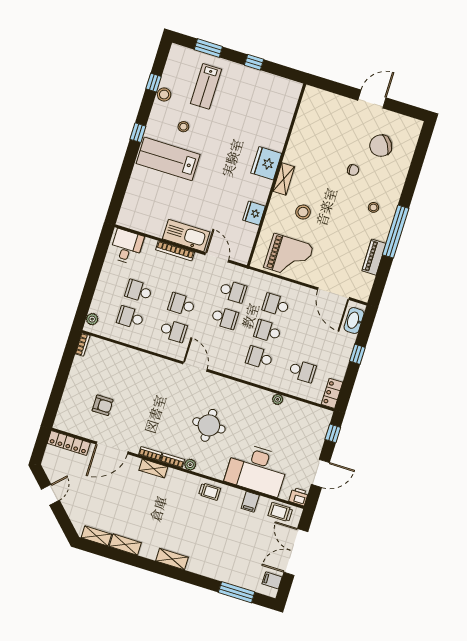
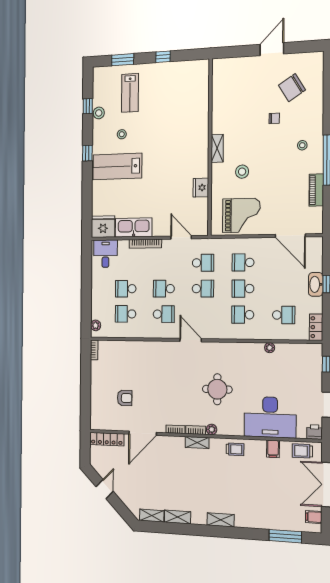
fridge: (266, 163) -> (103, 227), moved, turned 90
kitchen sink: (186, 235) -> (134, 227), moved
washbasin: (354, 321) -> (316, 284), moved
shelving: (153, 468) -> (197, 443), moved

